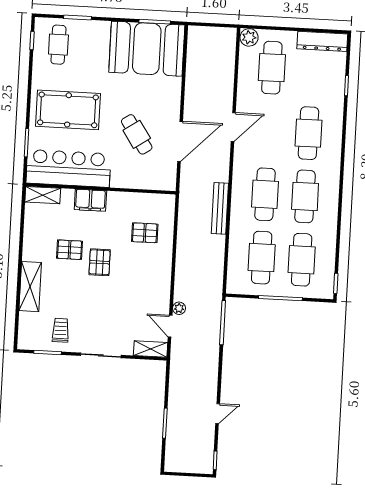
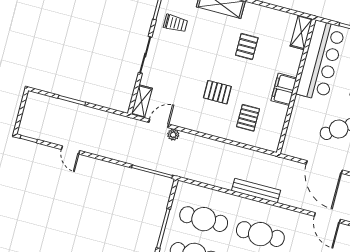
filing cabinet: (90, 200) -> (284, 89), moved
pallet: (100, 262) -> (217, 92), moved

